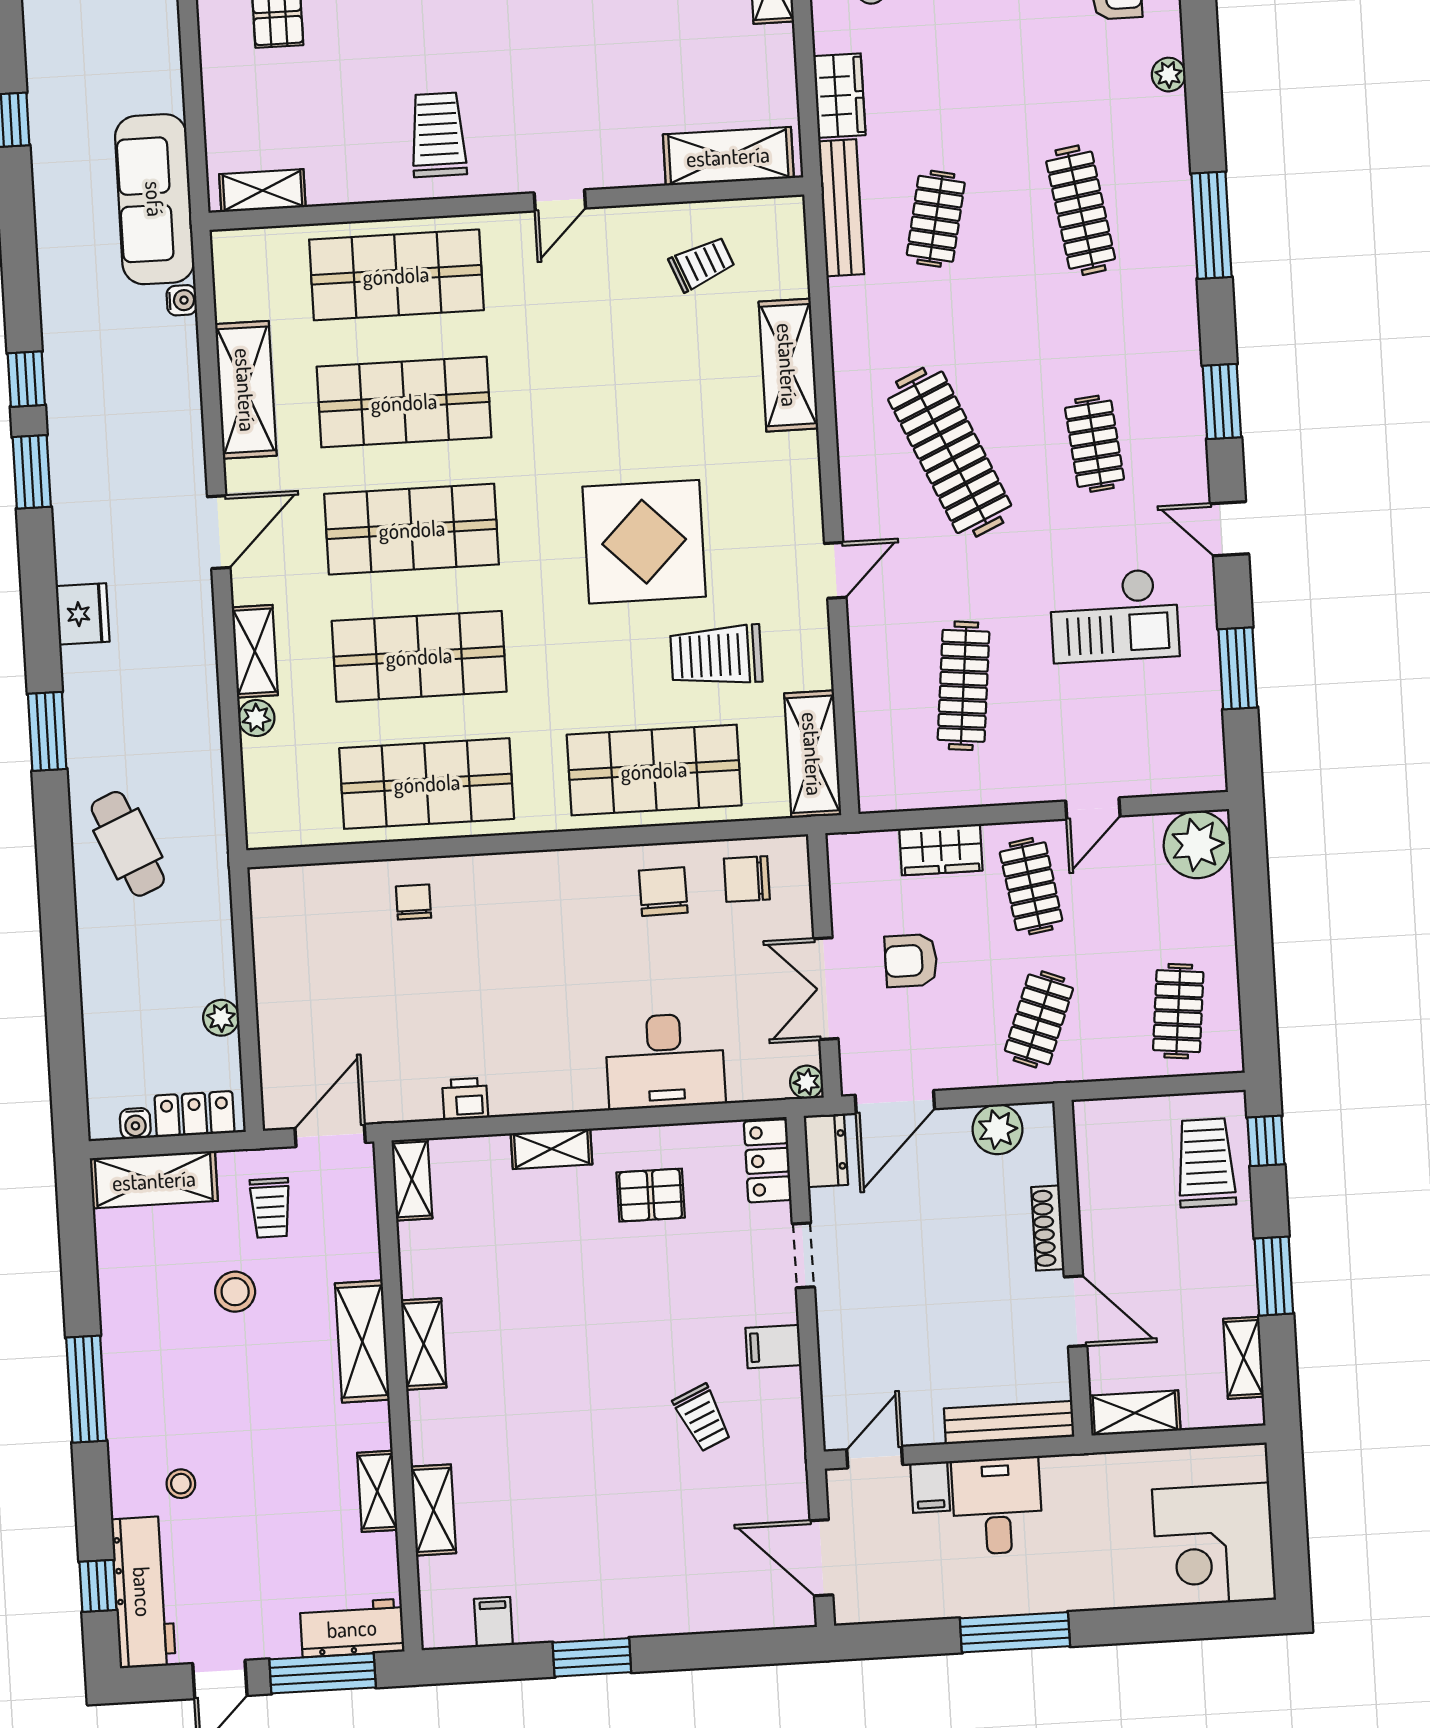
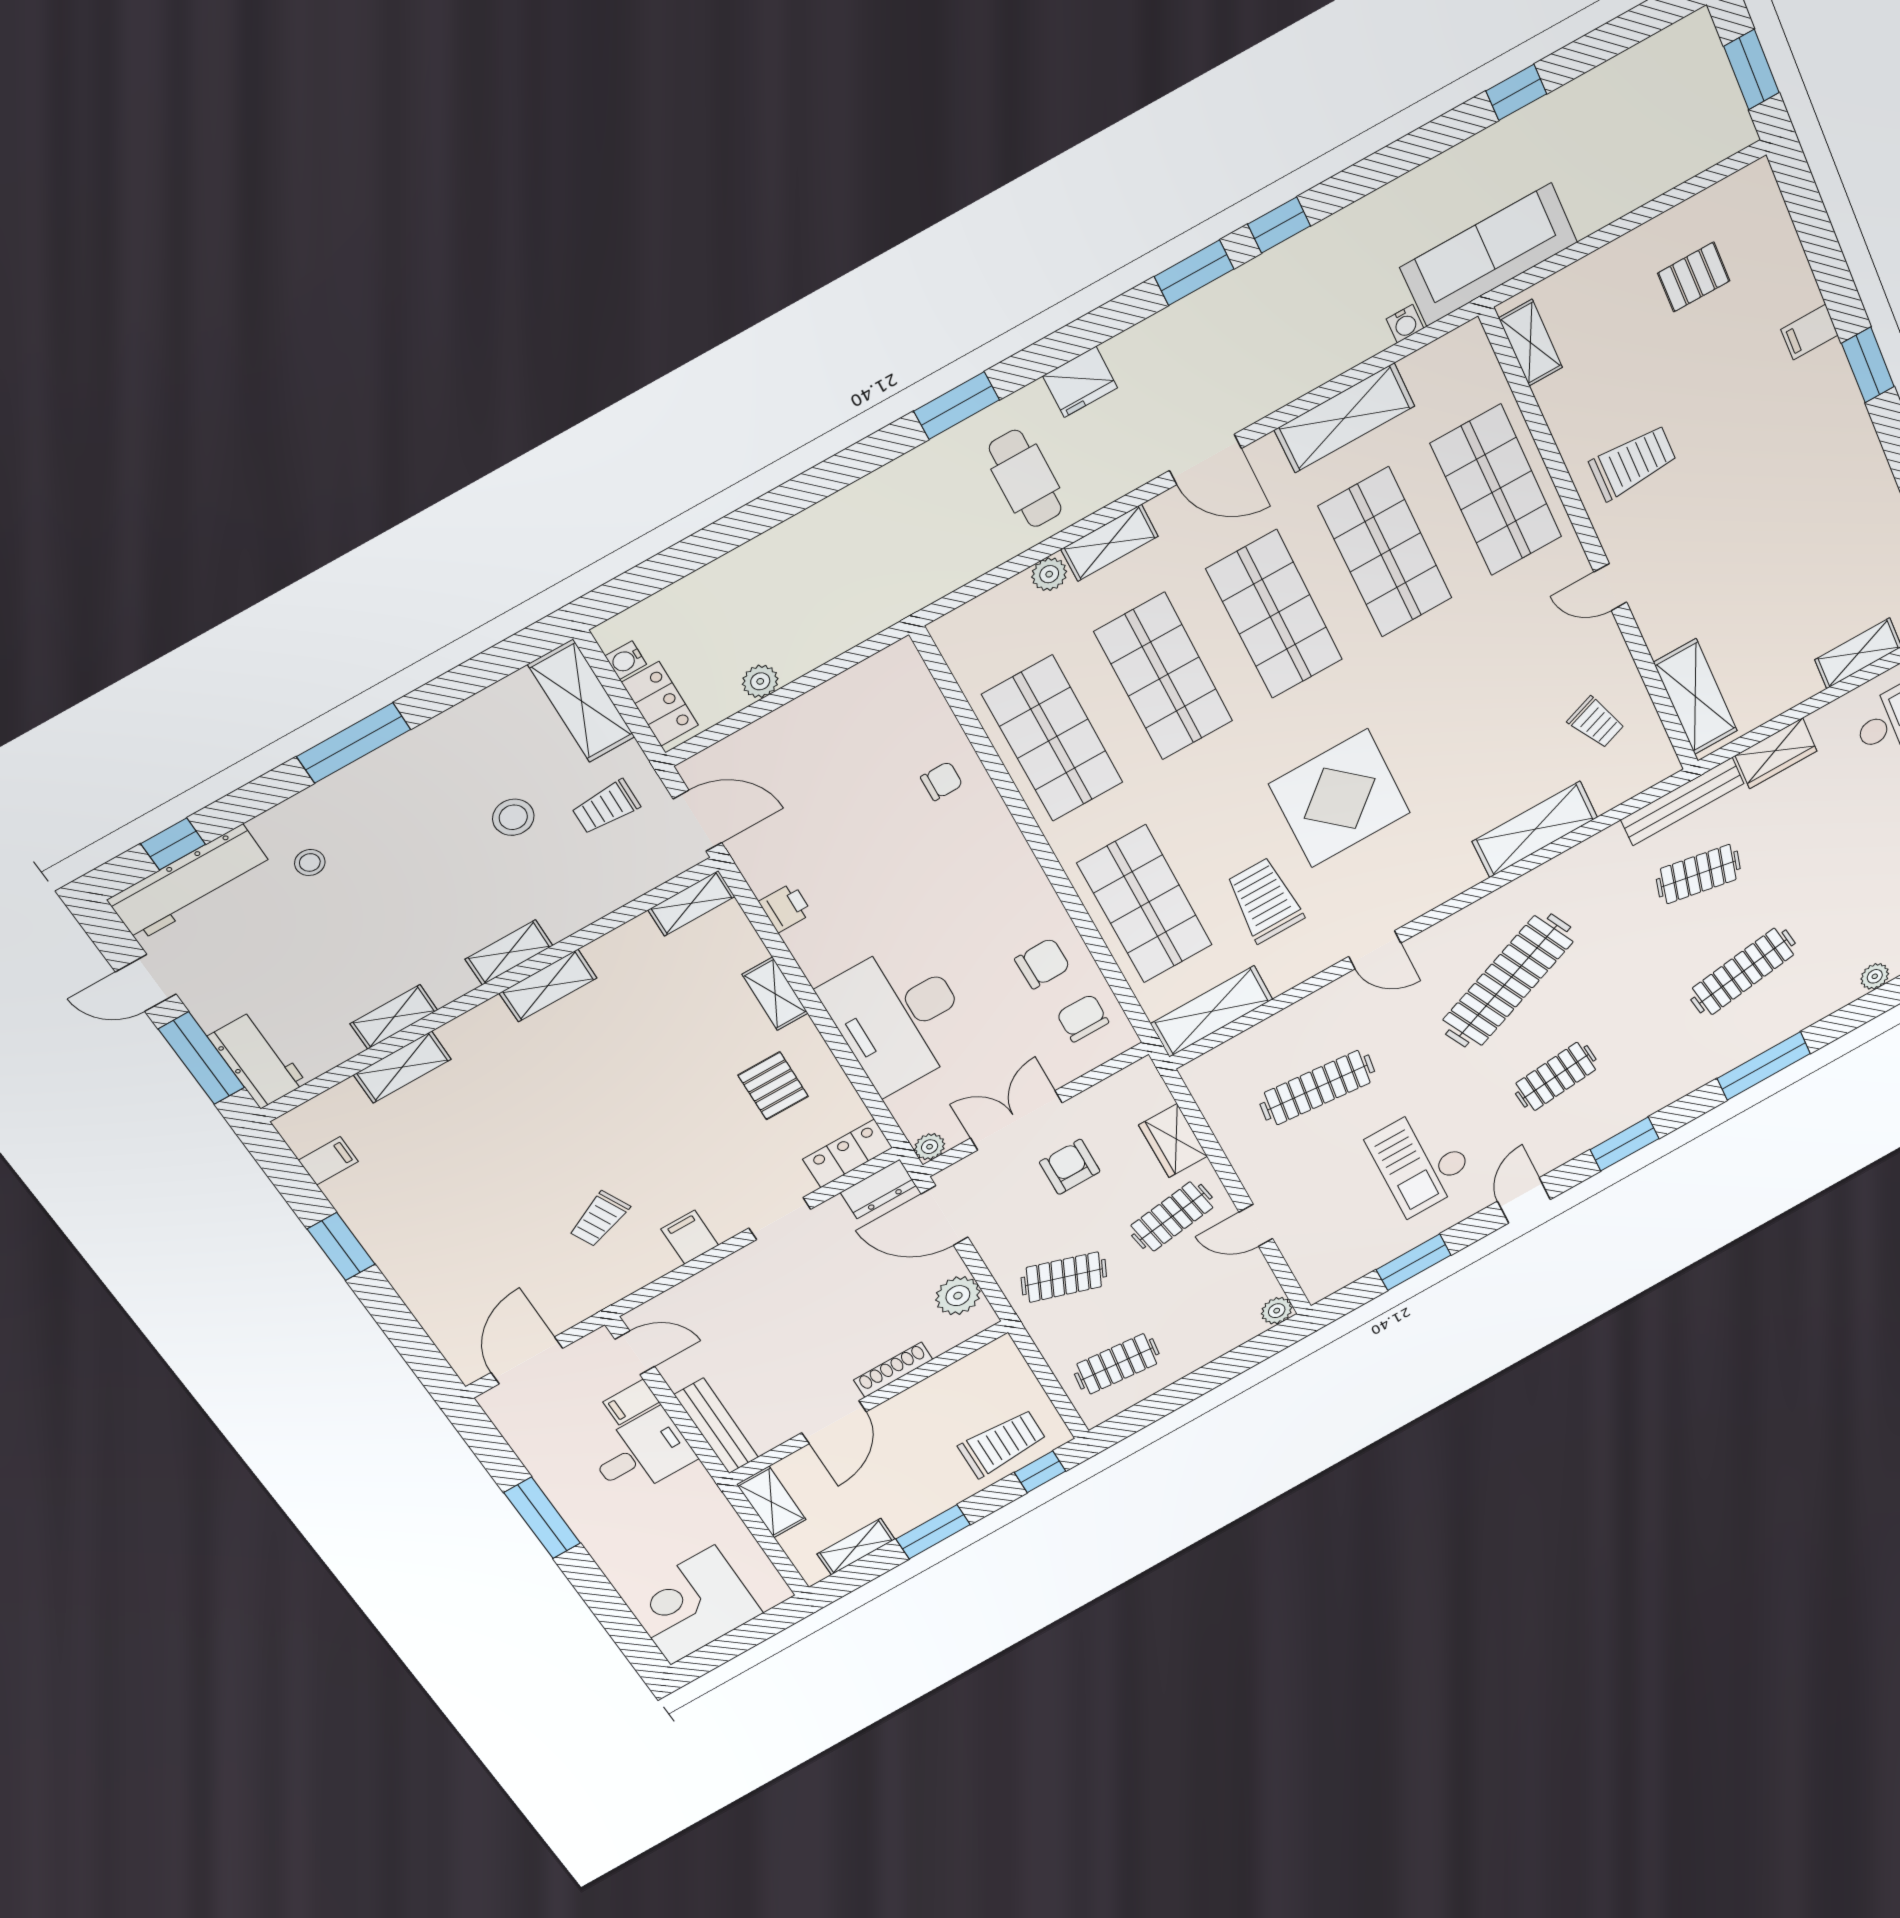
cafe table: (128, 844) -> (1025, 479), moved, turned -67
plant: (1197, 845) -> (1277, 1311), width x0.53, depth x0.53
desk: (665, 1061) -> (898, 1017), width x1.36, depth x1.30
shelving: (362, 1342) -> (509, 952), width x0.67, depth x0.75

